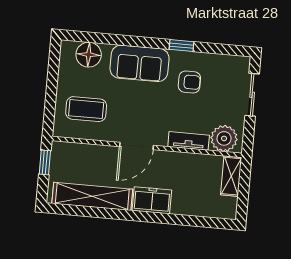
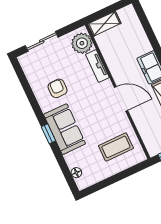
window: (182, 46) -> (48, 134), moved
floor lamp: (89, 55) -> (76, 173), width x0.53, depth x0.53
coffee table: (86, 109) -> (116, 147), turned 90

